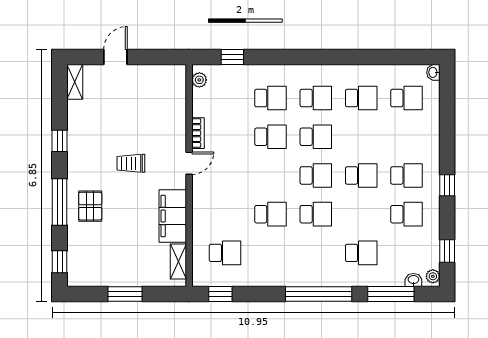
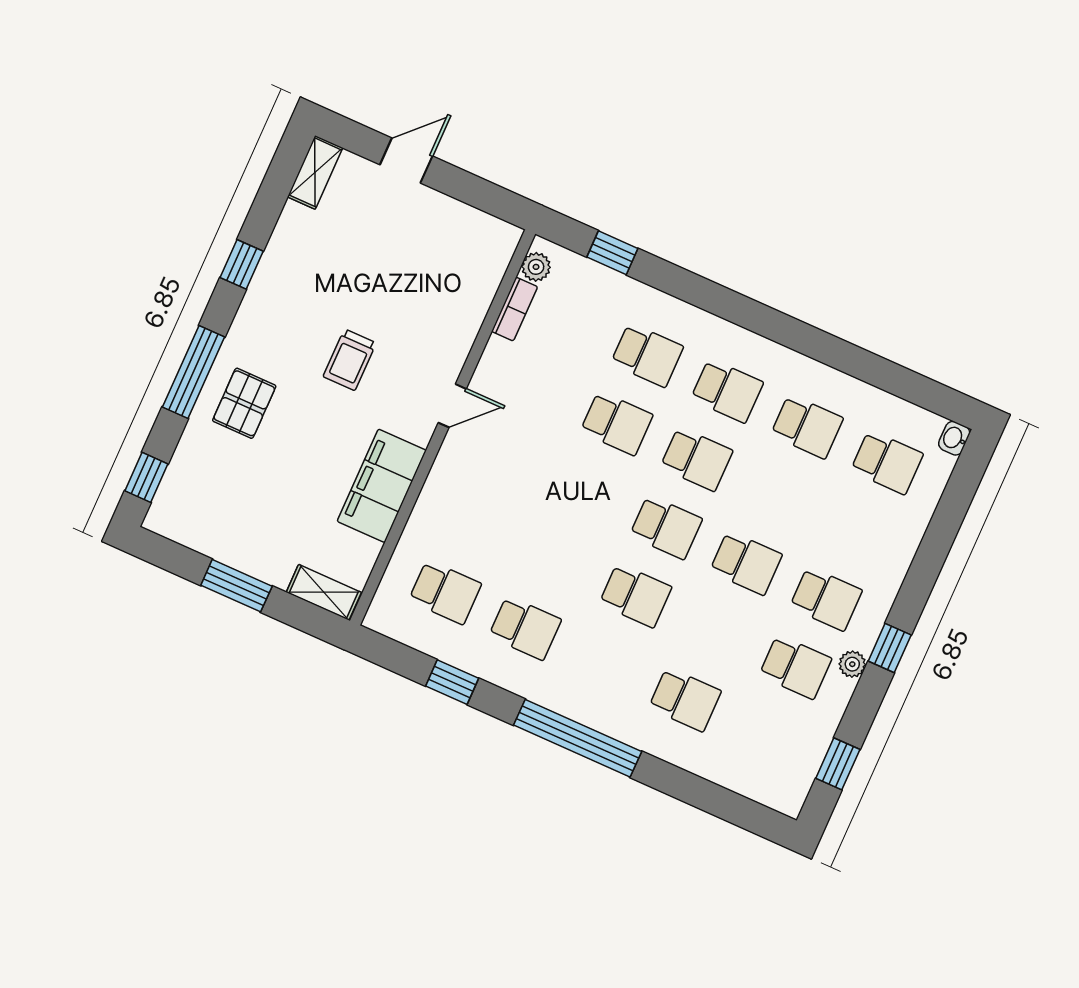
bookcase: (198, 133) -> (514, 309), moved
trolley: (131, 163) -> (350, 360), turned -90
school desk: (270, 214) -> (525, 628), moved
shelving: (178, 261) -> (324, 592), moved, turned 90
plant: (433, 276) -> (852, 664), moved
washbasin: (413, 280) -> (756, 788), removed
window: (220, 294) -> (452, 682), moved
window: (391, 294) -> (705, 795), removed

